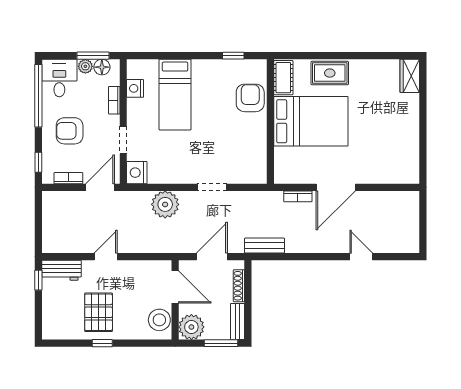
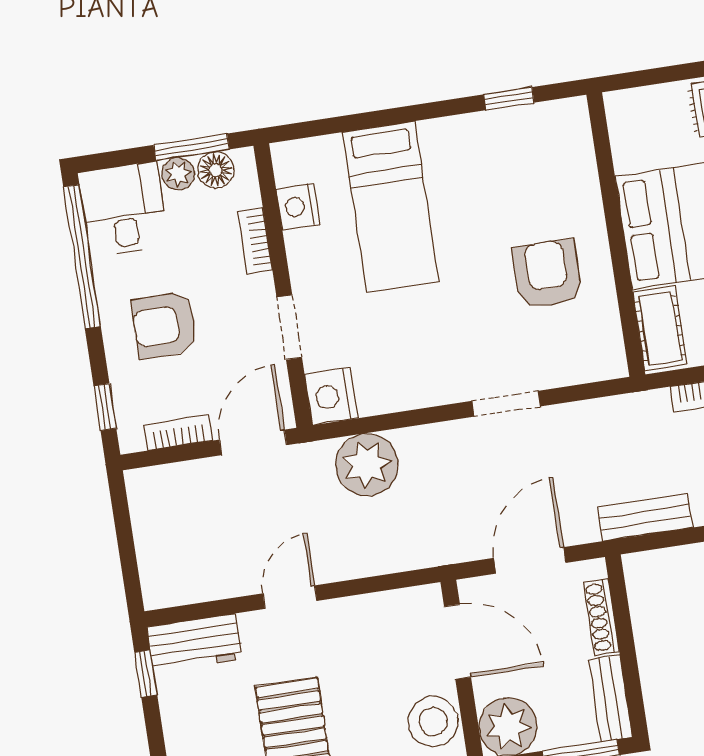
cot: (283, 78) -> (660, 328), moved
armchair: (250, 98) -> (547, 274), moved
plant: (165, 204) -> (367, 465), moved

